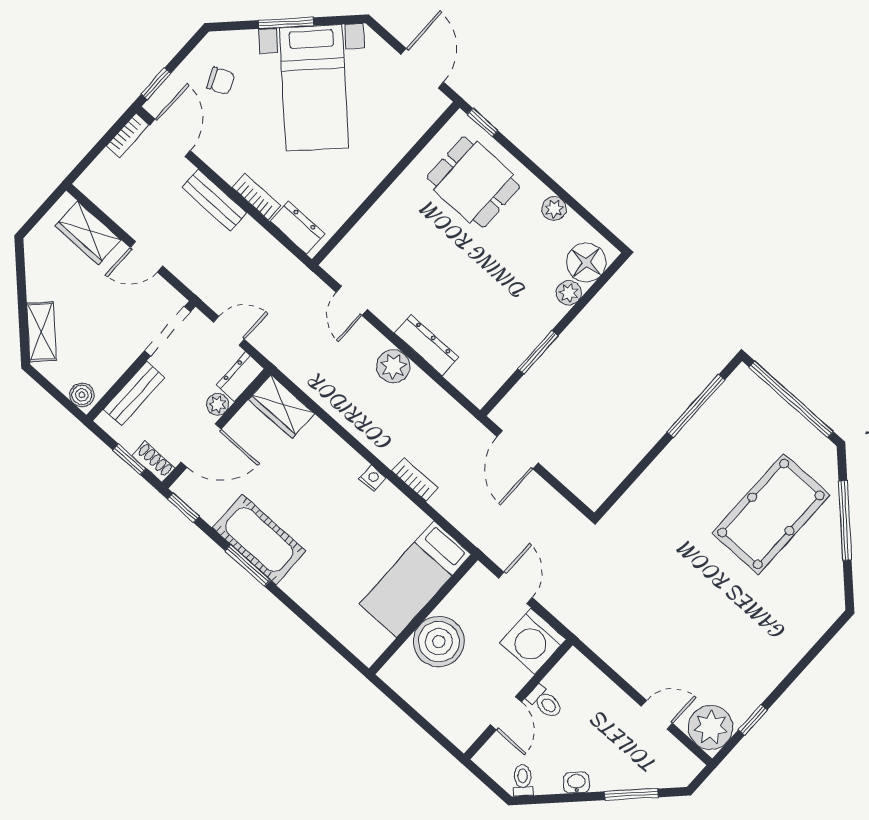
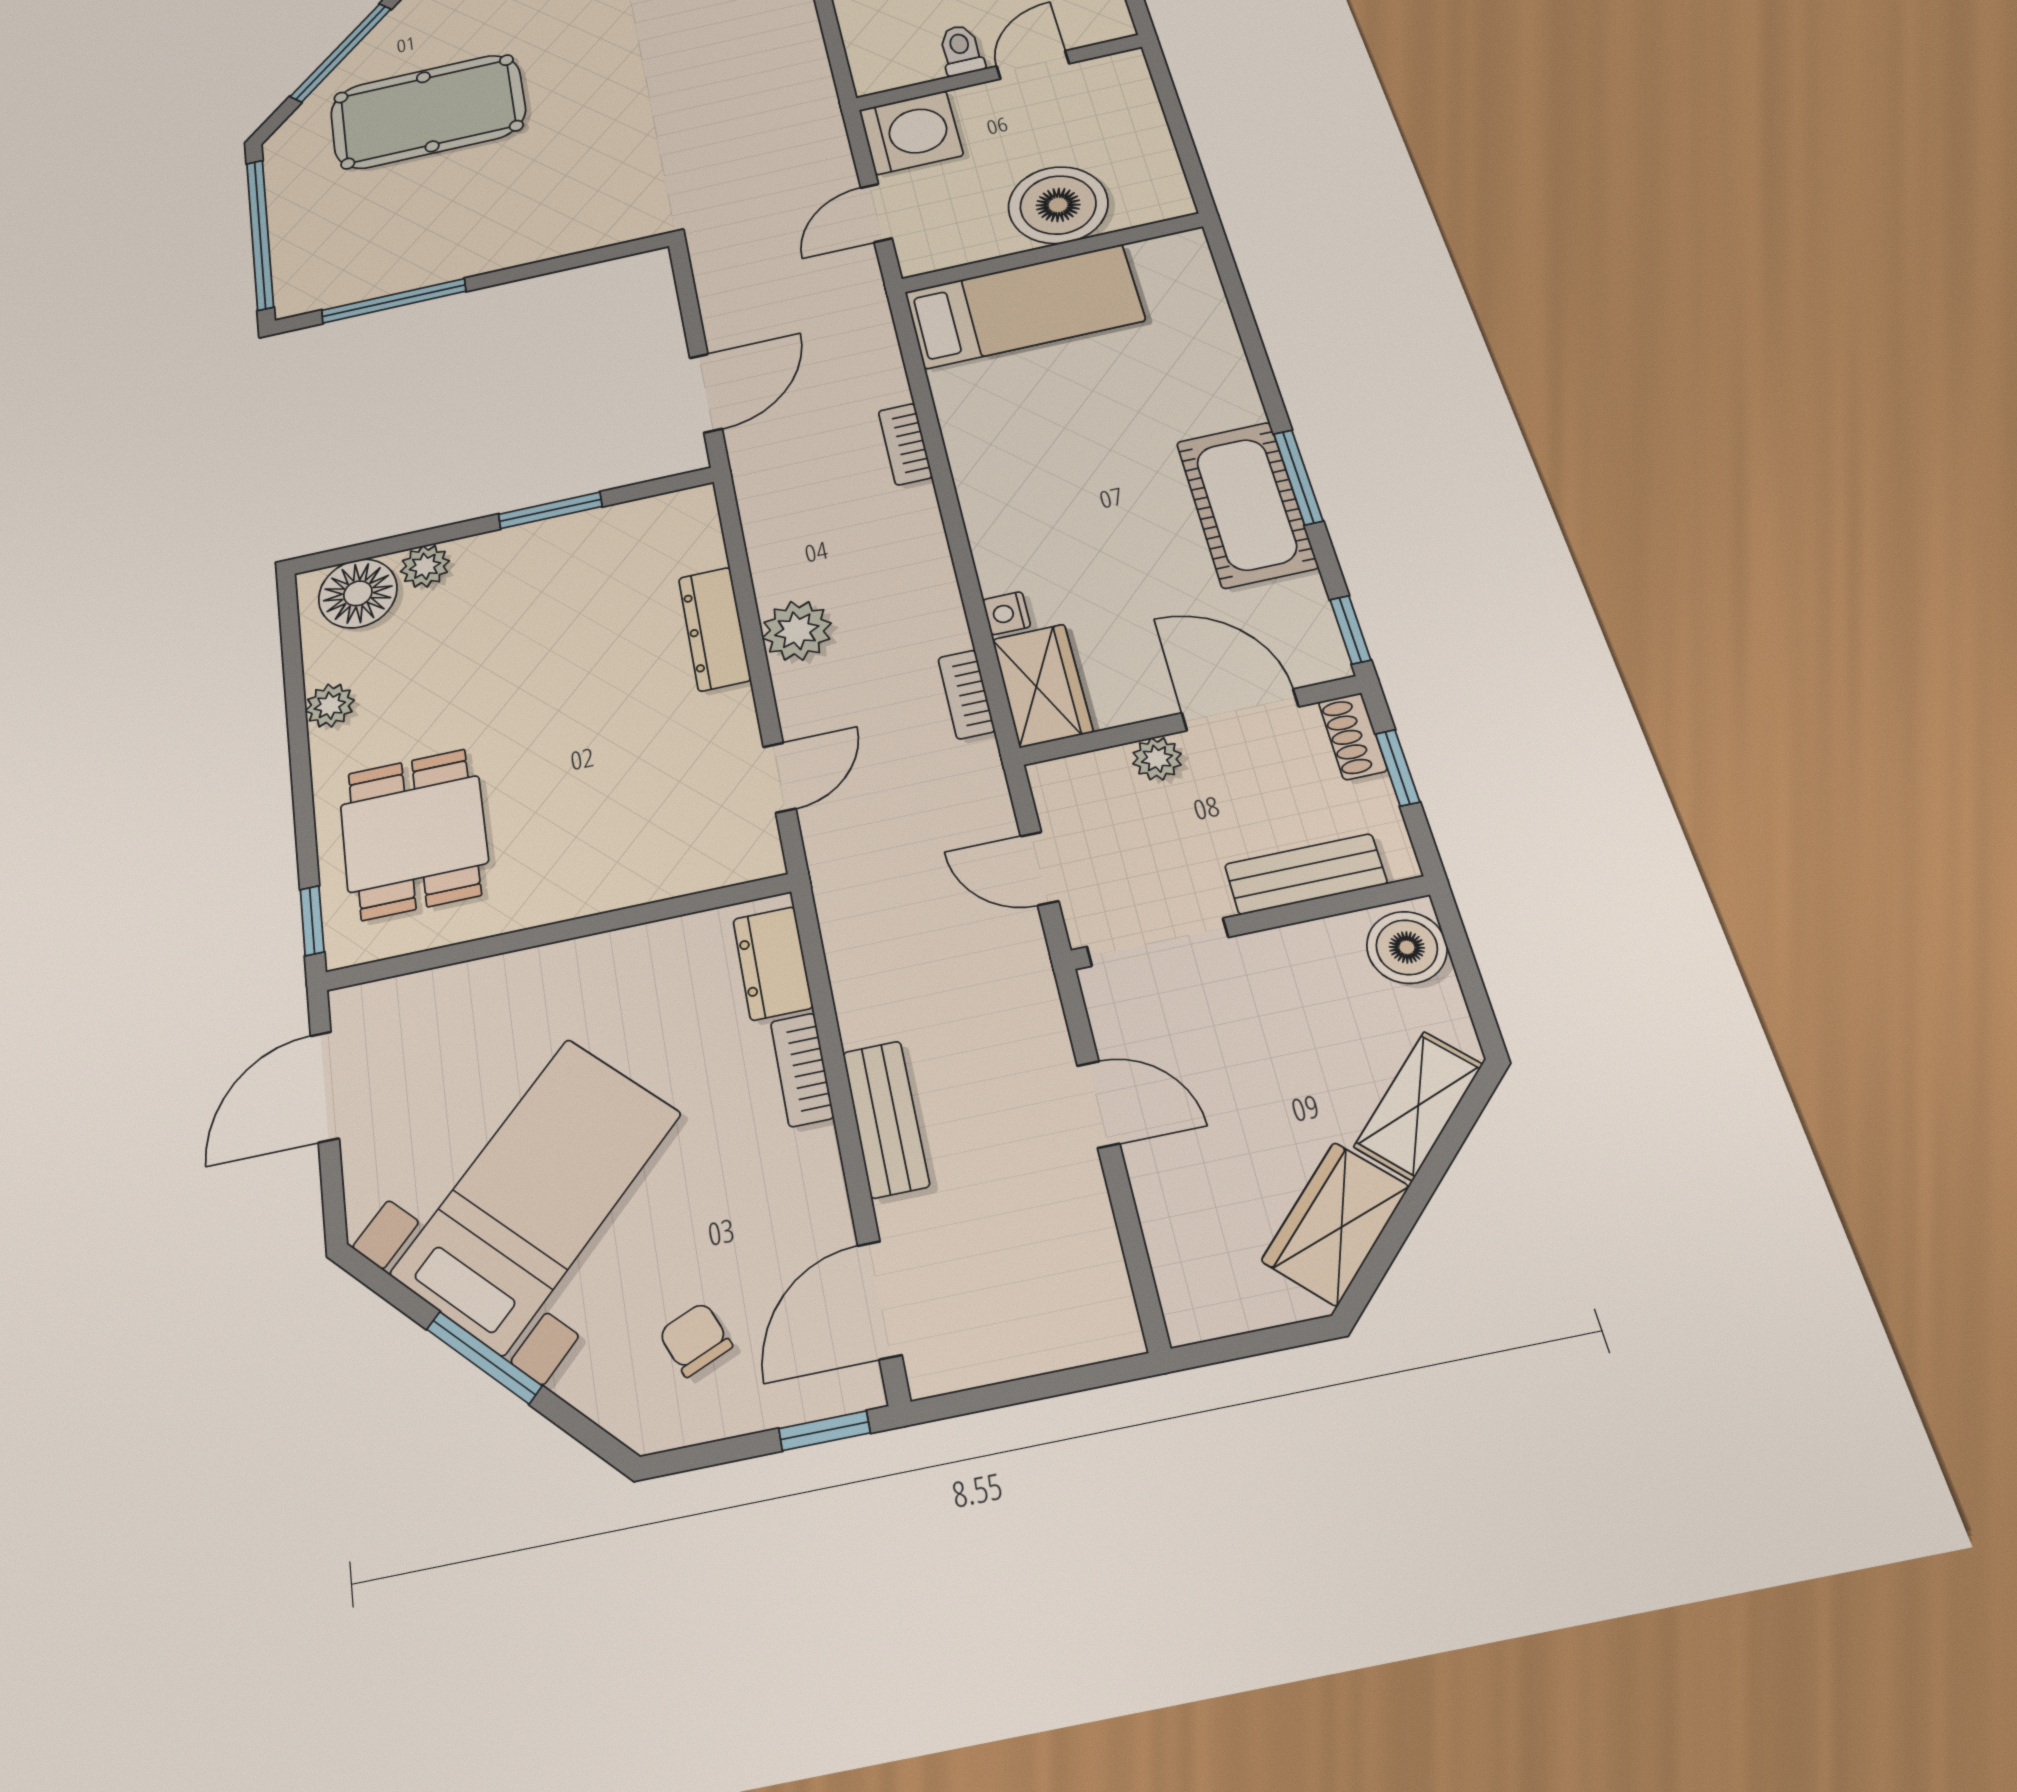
bookcase: (128, 135) -> (966, 694), moved, turned -90
wardrobe: (88, 233) -> (1335, 1224), moved, turned -135
dresser: (240, 377) -> (1079, 779), removed
boiler: (82, 395) -> (1407, 947), width x1.36, depth x1.36
nightstand: (373, 478) -> (1007, 613), moved

